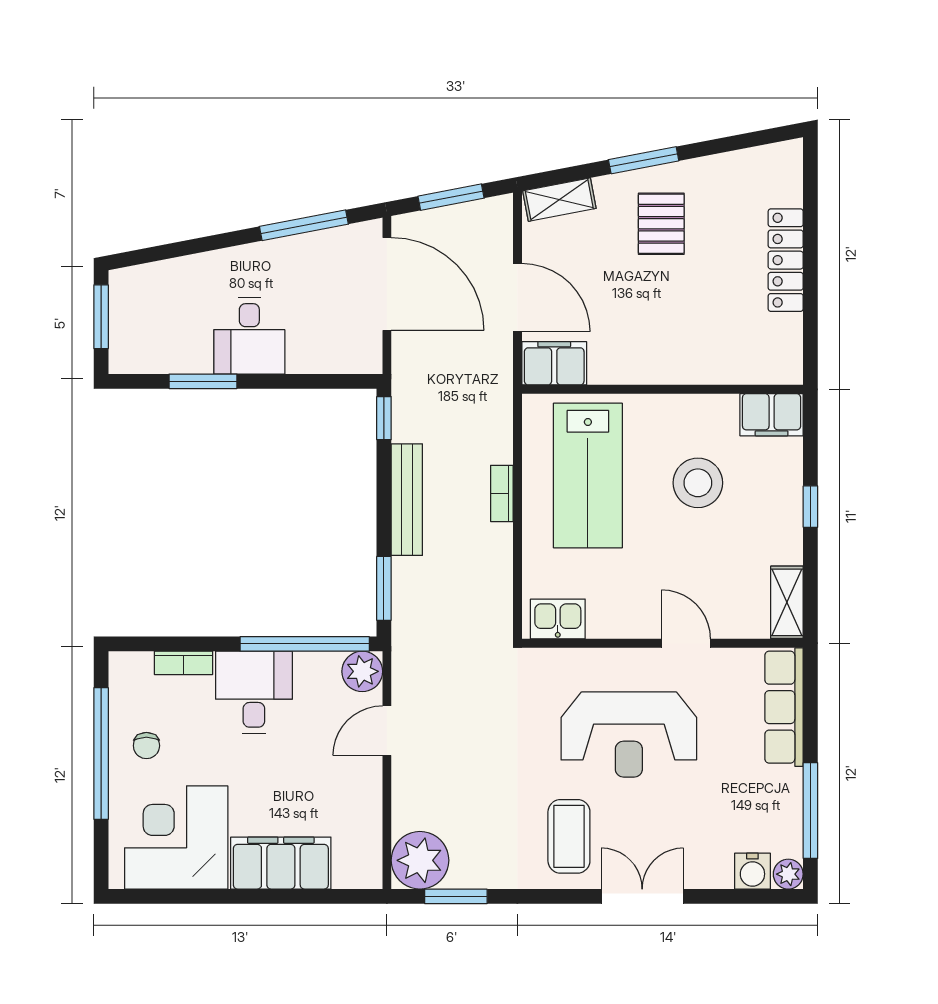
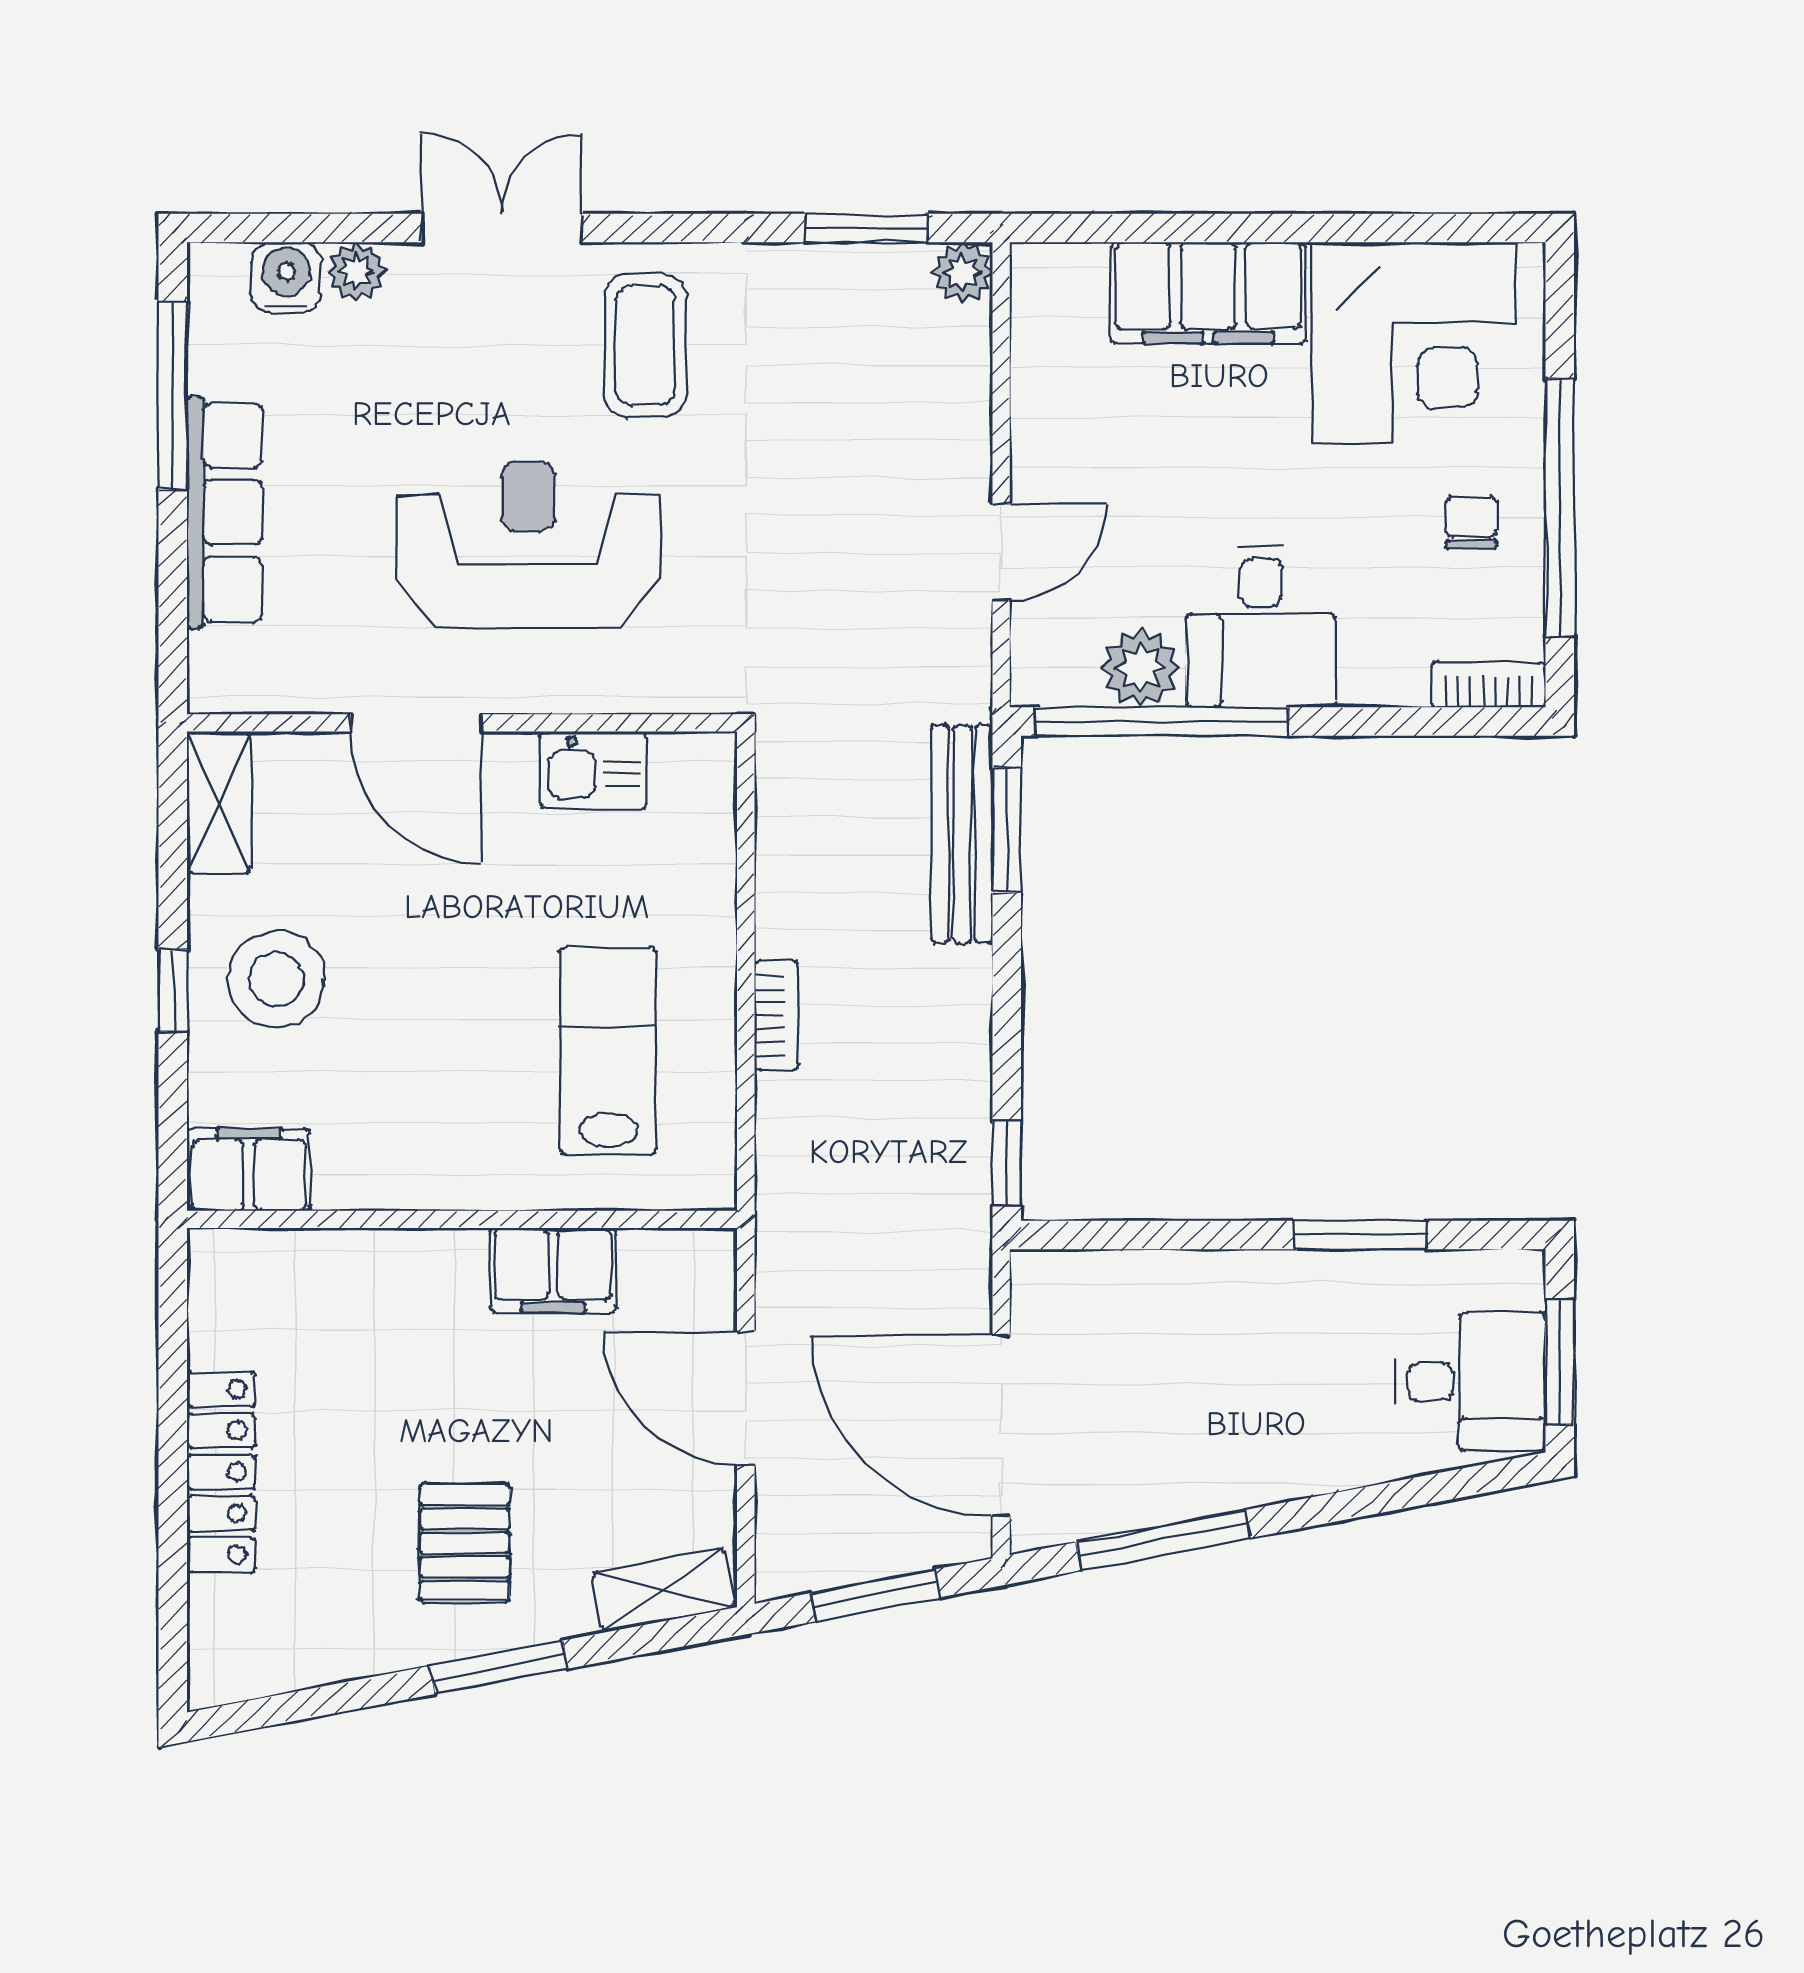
desk: (249, 336) -> (1471, 1382), moved, turned 90
filing cabinet: (554, 363) -> (553, 1270), moved
lab bench: (588, 475) -> (608, 1051), width x0.73, depth x0.72
stool: (698, 483) -> (277, 979), moved
bench: (407, 500) -> (962, 834), moved
kitchen sink: (558, 619) -> (593, 770), moved
door: (686, 643) -> (416, 723), width x1.38
bookcase: (183, 663) -> (1489, 685), moved
plant: (362, 671) -> (1141, 668), moved
row of seats: (784, 707) -> (224, 512), moved
plant: (420, 860) -> (962, 272), width x0.53, depth x0.53
plant: (788, 874) -> (356, 271), moved
double door: (642, 896) -> (502, 228), swing flipped

